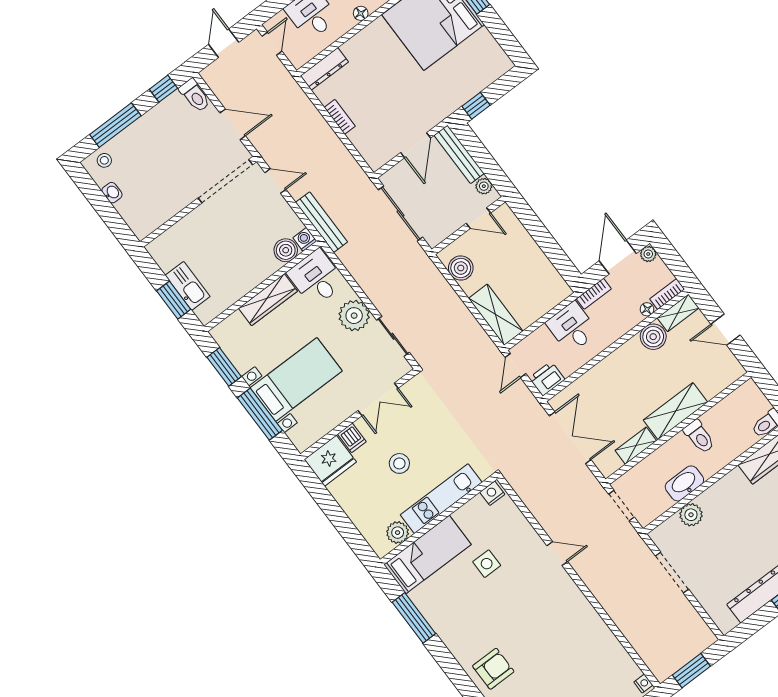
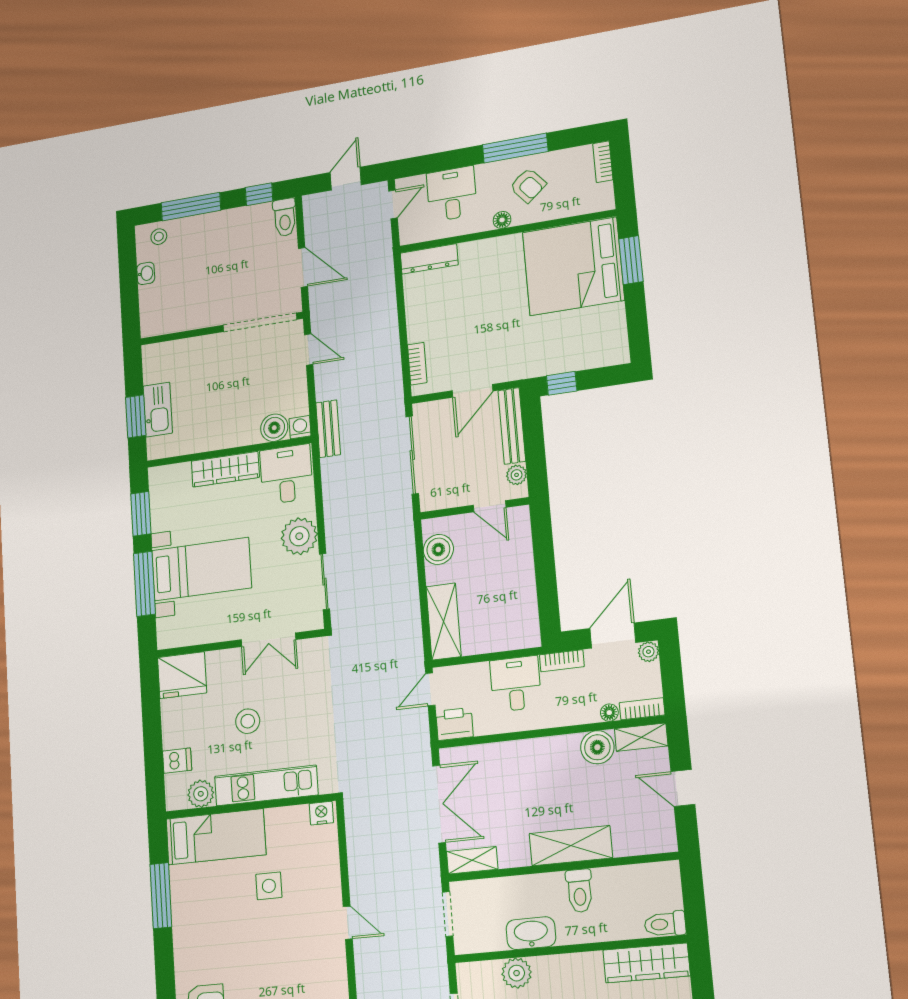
bookcase: (340, 117) -> (417, 364), moved
bench: (322, 222) -> (328, 429), width x0.73
dishwasher: (352, 438) -> (177, 761), moved, turned -90
shelving: (636, 446) -> (472, 860), moved

